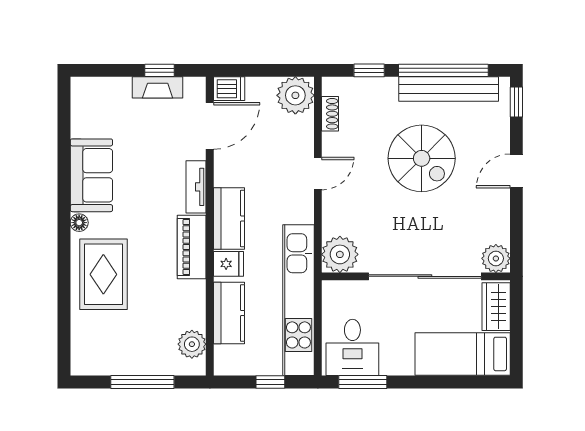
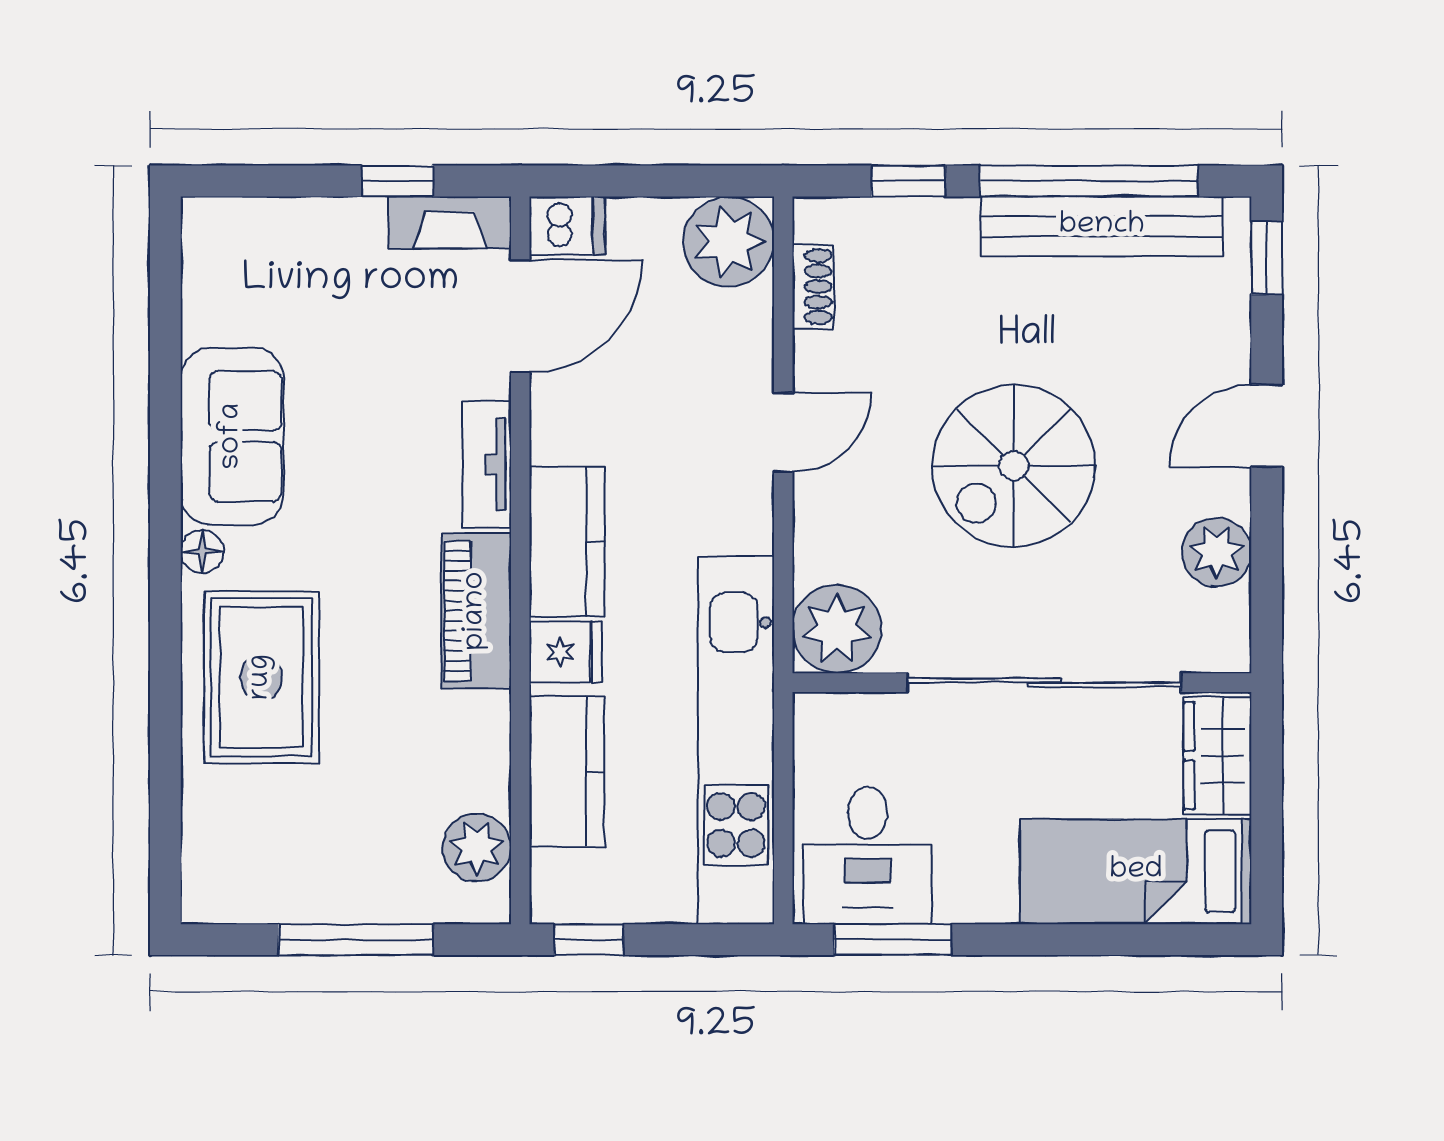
fireplace: (158, 87) -> (450, 222), moved
spiral stairs: (422, 158) -> (1014, 466), moved, turned 90
plant: (496, 258) -> (1217, 552), moved
window: (270, 382) -> (589, 940), moved

